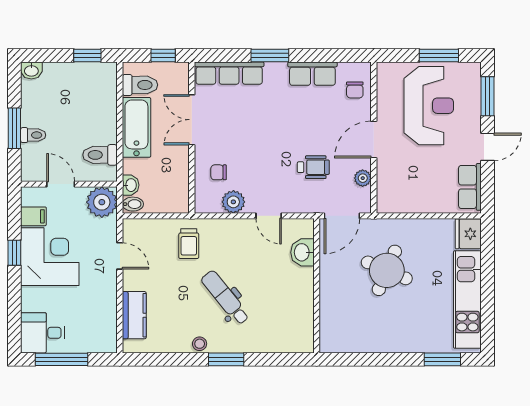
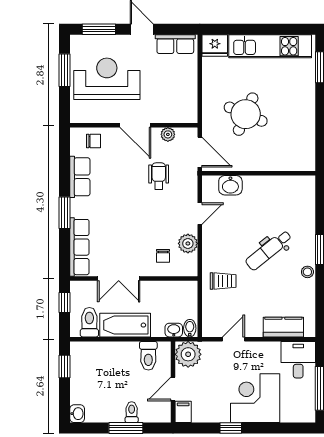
filing cabinet: (33, 216) -> (183, 412), moved
corner desk: (50, 257) -> (255, 398), moved
desk: (43, 333) -> (298, 360), moved, turned 180

